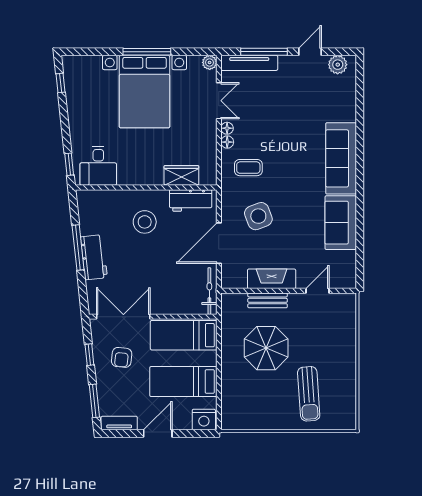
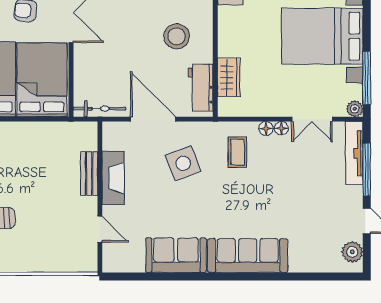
window: (147, 52) -> (367, 78), moved
bed: (184, 335) -> (42, 80), width x1.50
parasol: (266, 348) -> (36, 172), removed

